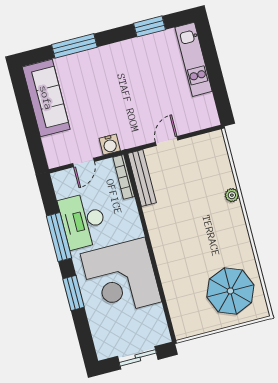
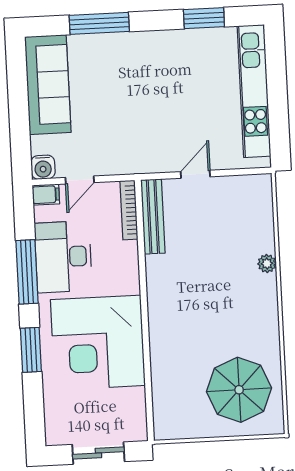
kitchen unit: (193, 59) -> (254, 91), width x1.36
water cooler: (110, 144) -> (43, 167), moved
filing cabinet: (61, 178) -> (46, 195), added

